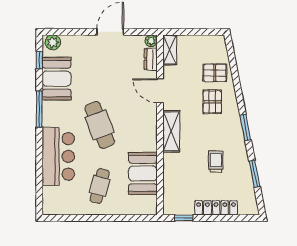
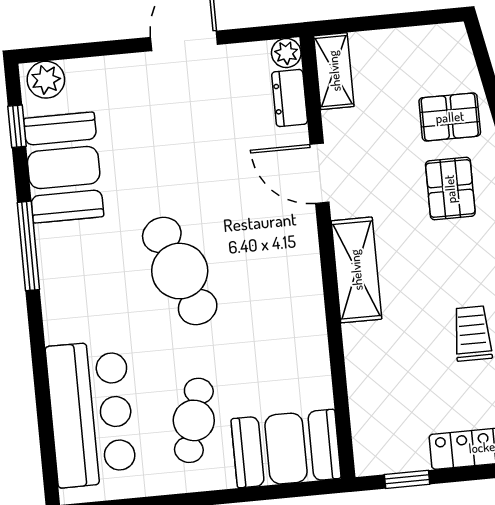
bar counter: (58, 156) -> (91, 414), moved
booth: (143, 173) -> (286, 449), moved, turned 90

